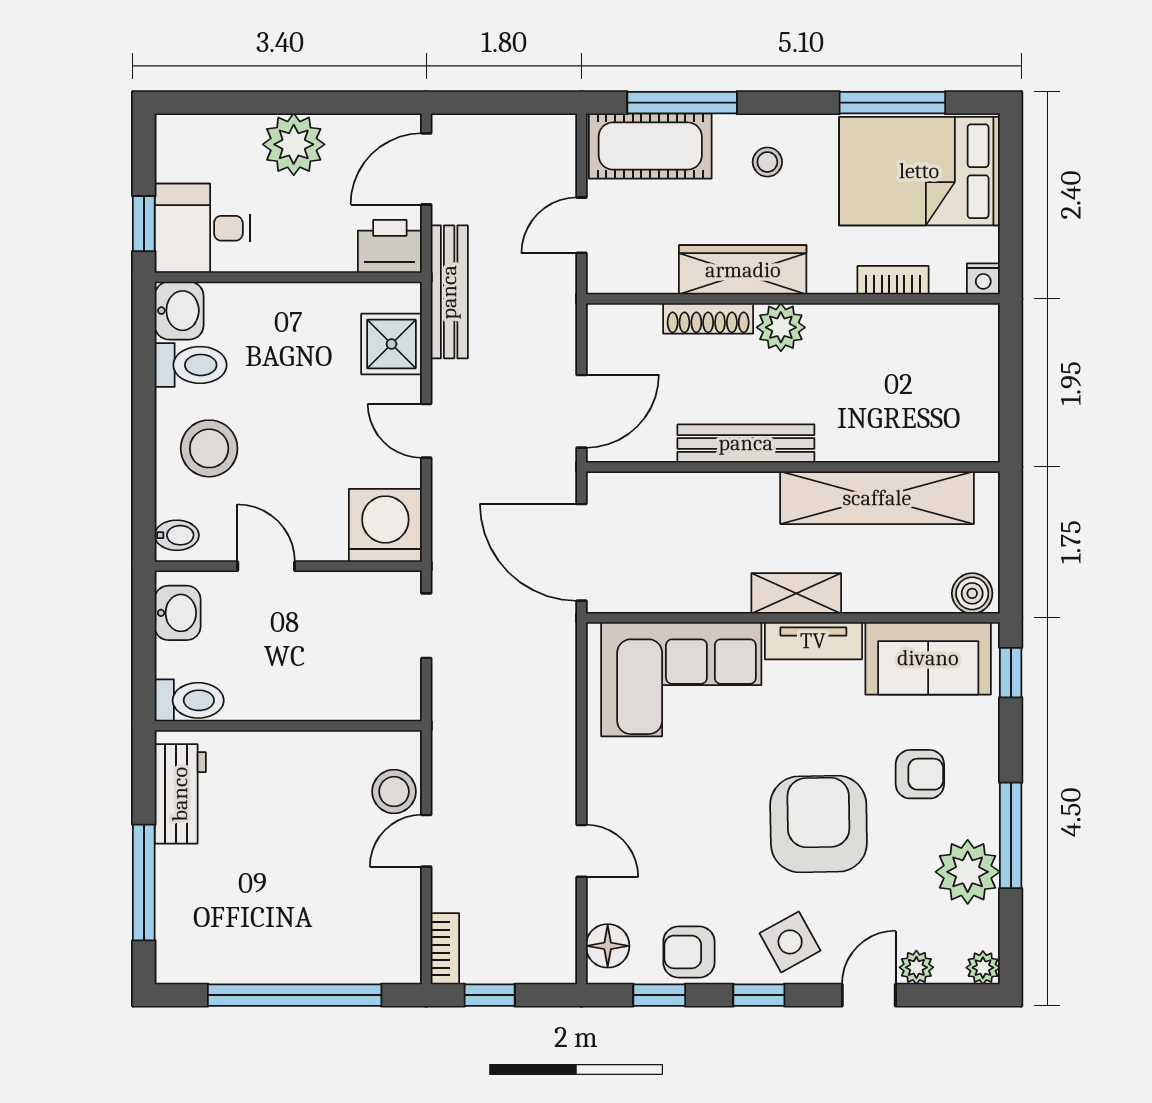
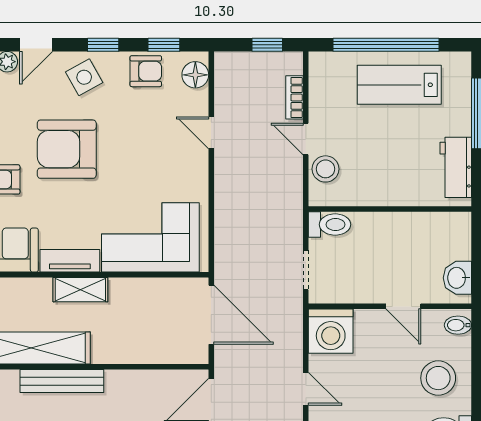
bench: (746, 443) -> (62, 381), moved
toilet: (189, 700) -> (330, 224), moved, turned 180
armchair: (819, 824) -> (67, 149), turned 91
door: (426, 841) -> (306, 139), swing flipped
lab bench: (273, 930) -> (399, 85), added
bookcase: (445, 949) -> (295, 97), moved

